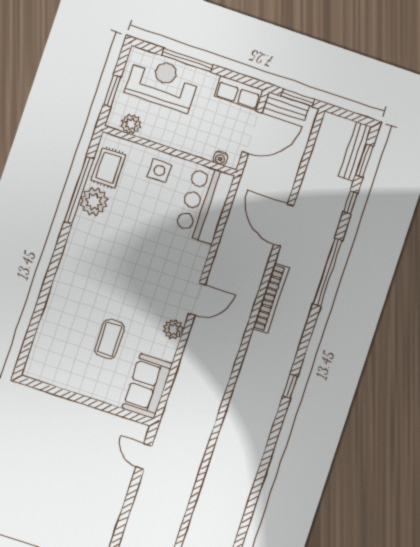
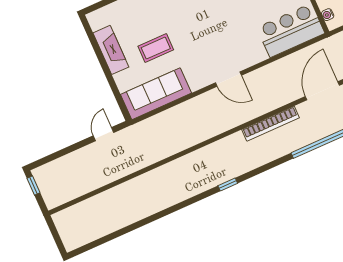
plant: (173, 329) -> (197, 82), removed
fireplace: (74, 381) -> (111, 50), added
sofa: (147, 386) -> (156, 94), width x1.36

